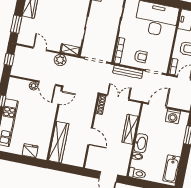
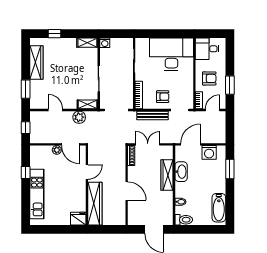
door: (60, 98) -> (87, 172), moved
washbasin: (141, 143) -> (181, 172), moved
fridge: (30, 151) -> (78, 219), moved

